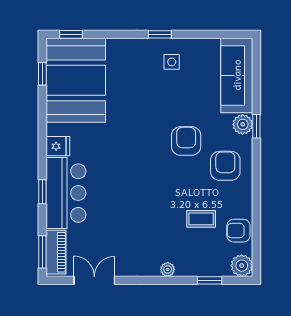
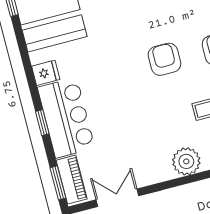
armchair: (186, 141) -> (164, 59), moved
plant: (168, 269) -> (186, 161), width x1.88, depth x1.88

